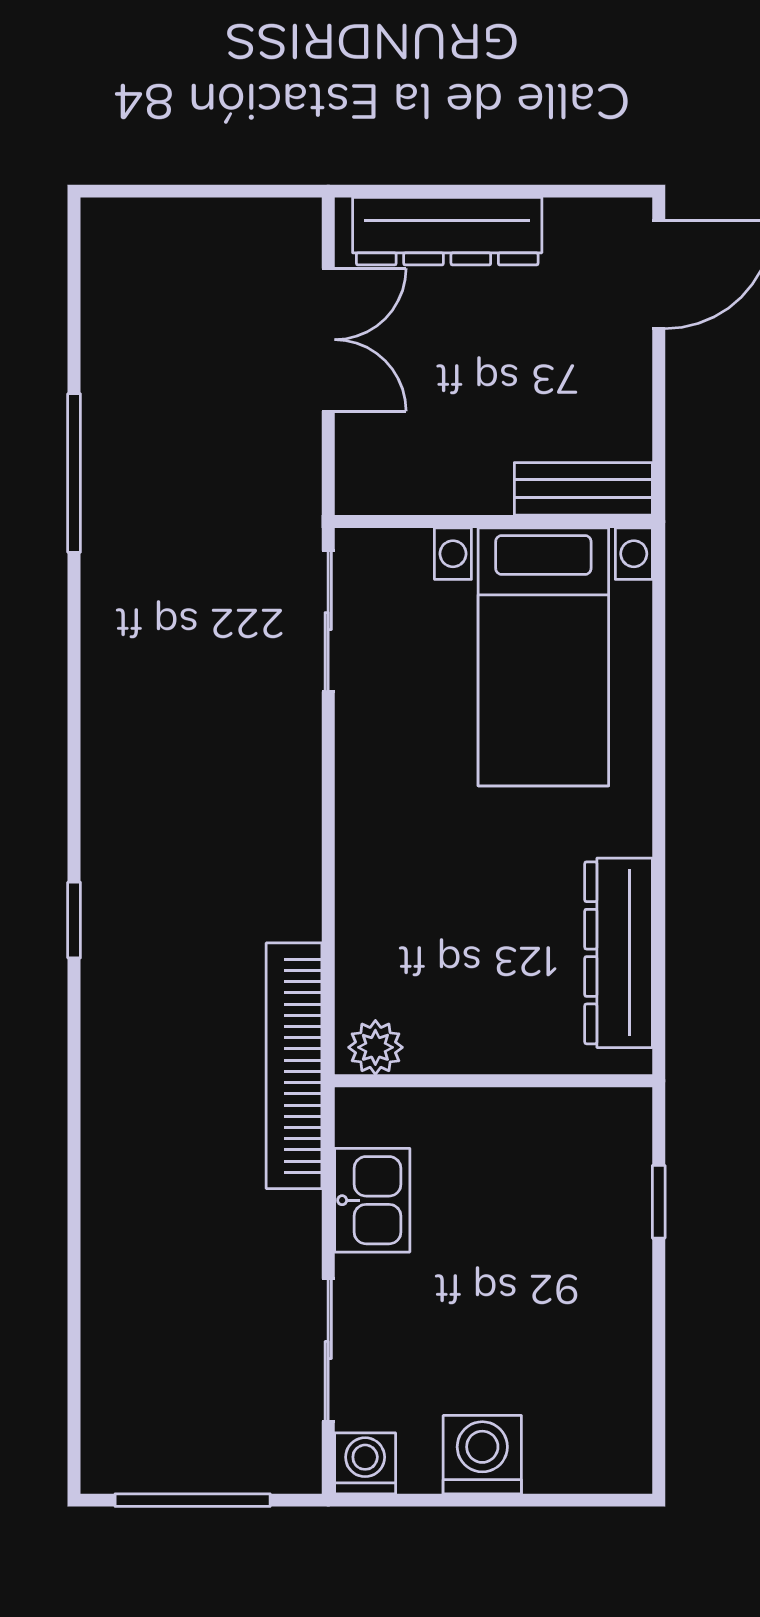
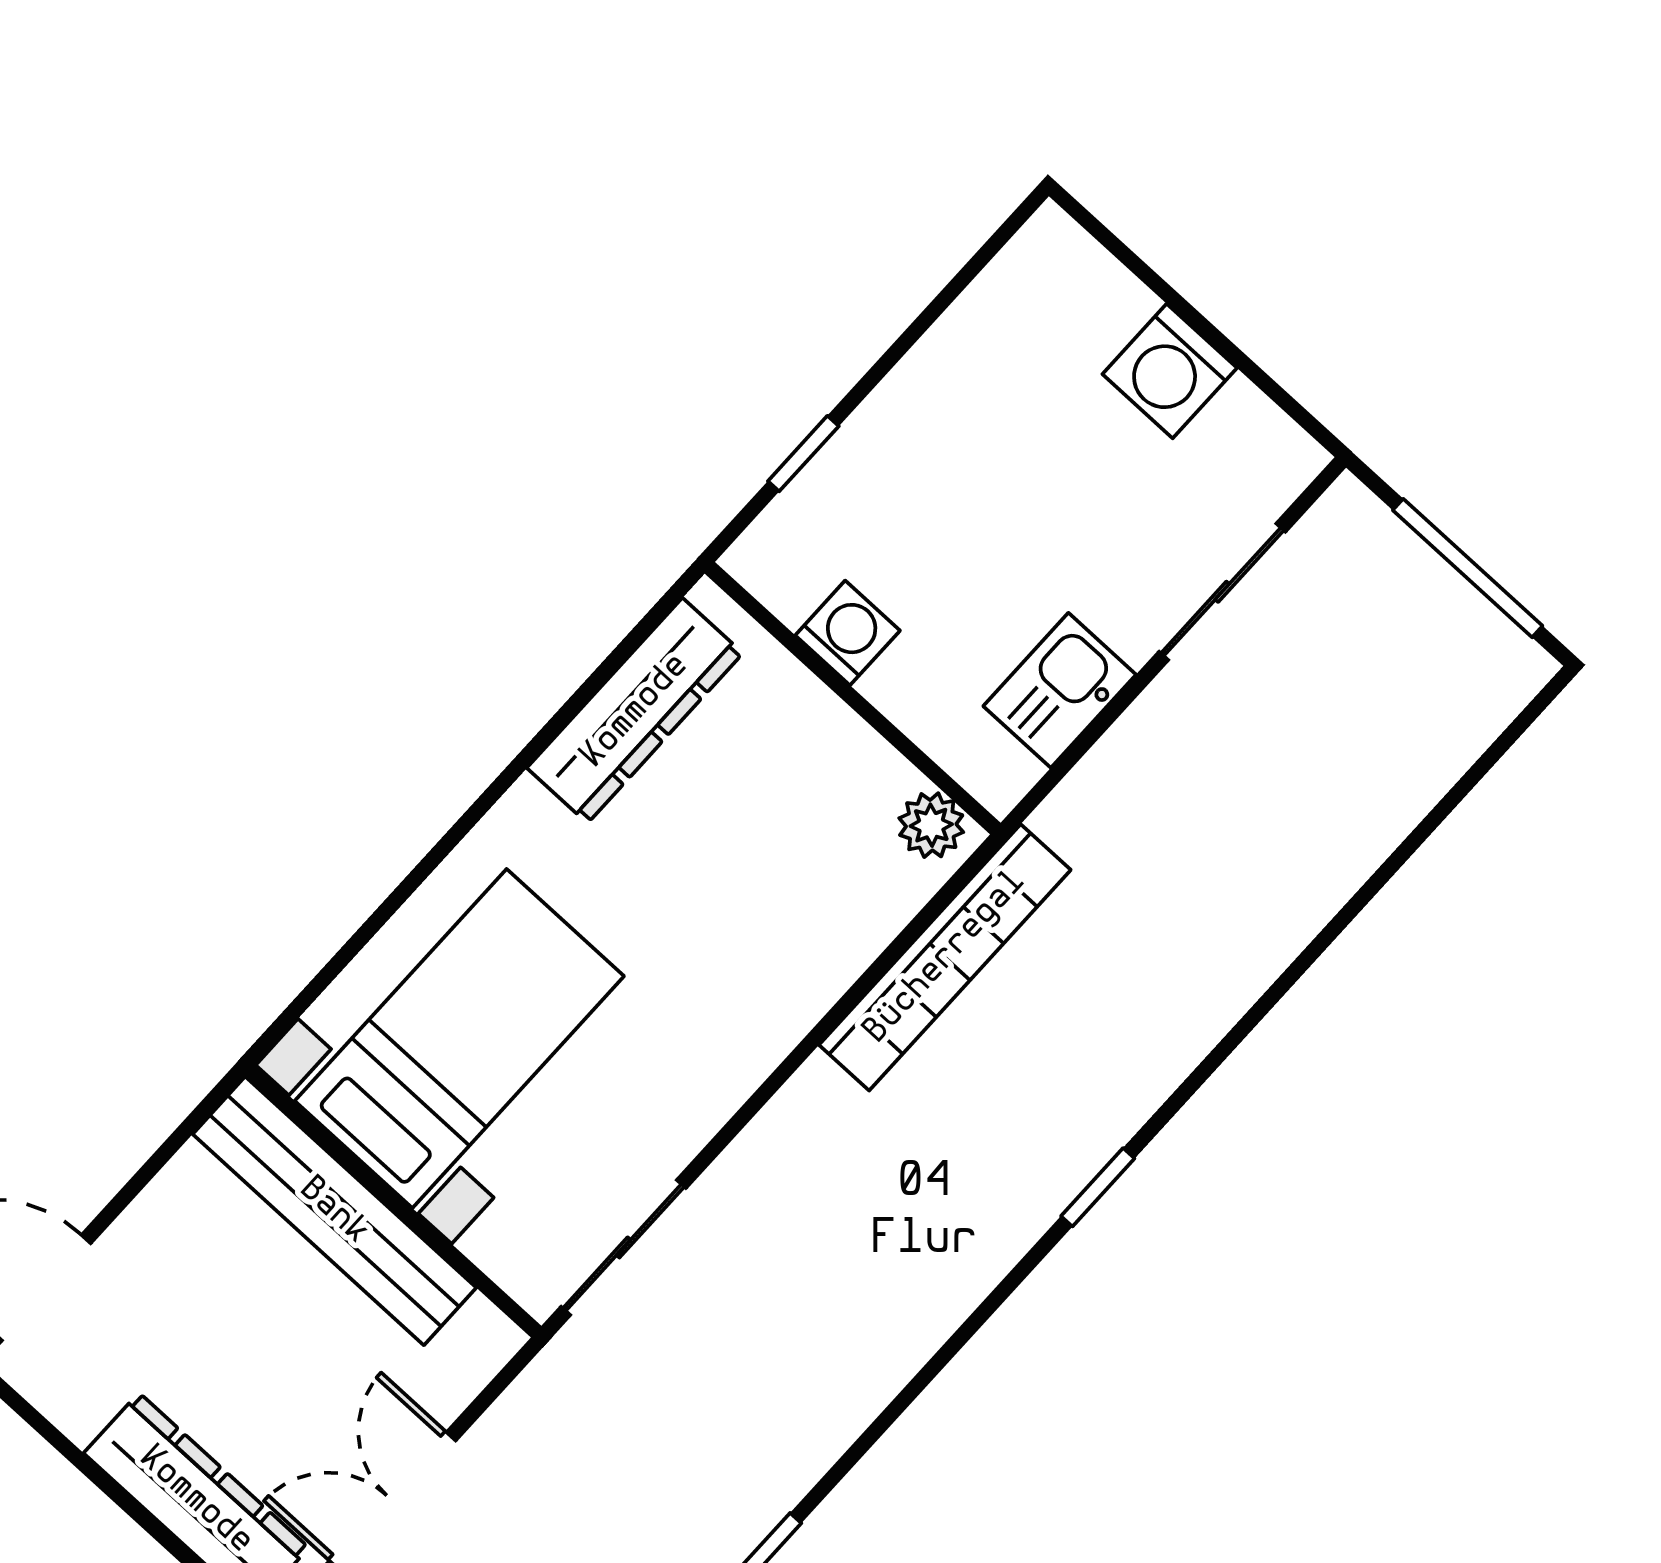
bench: (583, 489) -> (334, 1211), width x1.86, depth x1.21
bookcase: (294, 1066) -> (945, 957), moved
washing machine: (365, 1463) -> (848, 633), moved, turned 180

